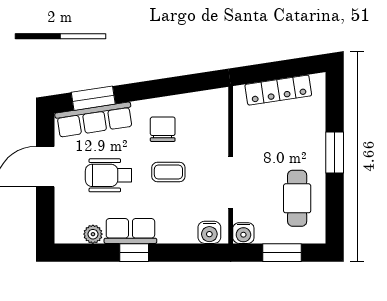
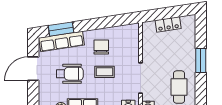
locker: (278, 90) -> (168, 24), width x0.66
wheelchair: (108, 175) -> (70, 74), turned 180

